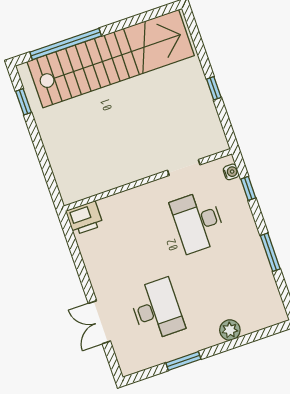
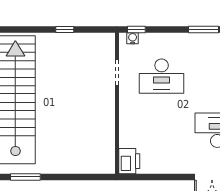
window: (24, 102) -> (25, 177), width x1.50
window: (248, 188) -> (136, 29), moved

